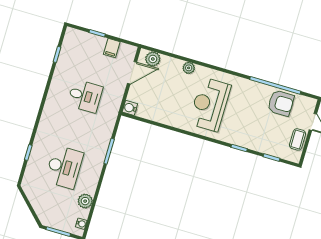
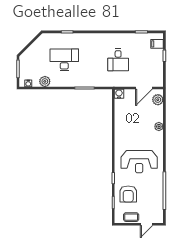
filing cabinet: (112, 48) -> (157, 44), moved
door: (132, 73) -> (144, 88), hinge flipped
armchair: (281, 103) -> (128, 194), moved
reception desk: (210, 104) -> (139, 162), moved, turned 180
desk: (64, 167) -> (64, 60), turned 180

